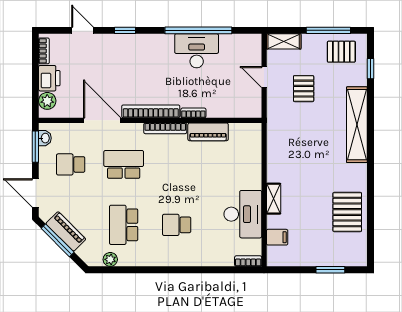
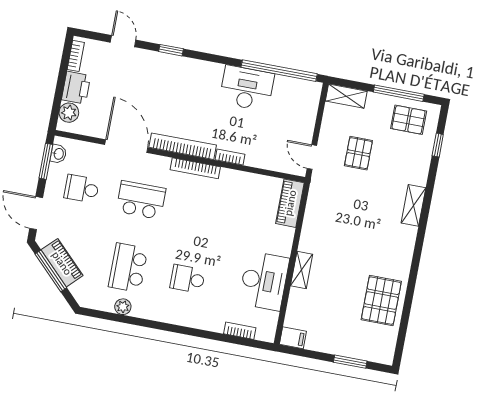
window: (198, 30) -> (279, 71), moved
door: (264, 77) -> (312, 157), moved
shelving: (357, 125) -> (413, 205), width x0.45, depth x0.75
piano: (208, 132) -> (290, 203), moved, turned 90
filing cabinet: (277, 237) -> (293, 338), moved
plant: (110, 259) -> (123, 307), moved
bookcase: (248, 261) -> (240, 331), moved

